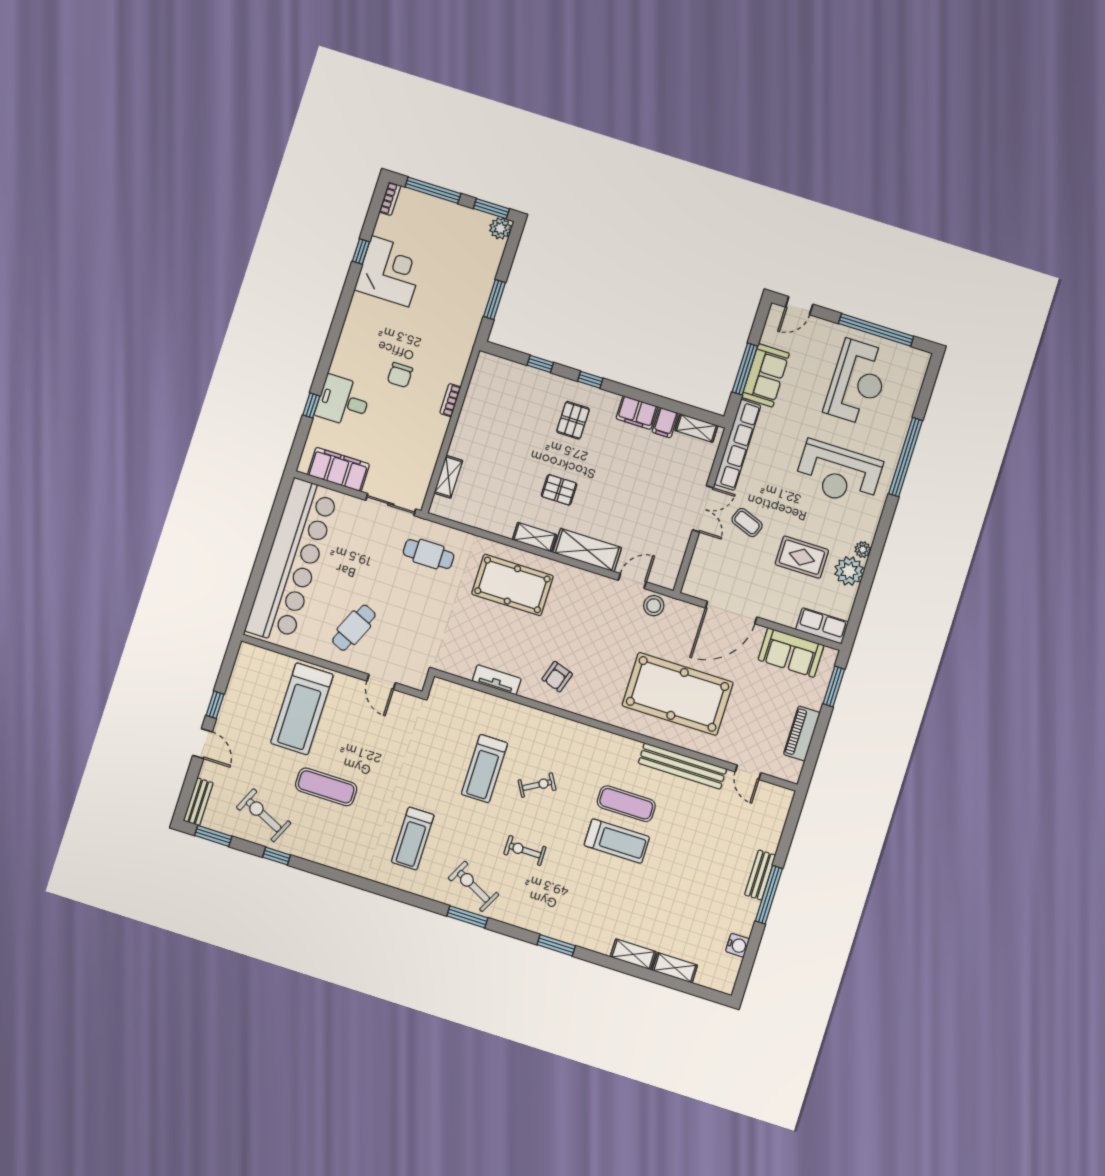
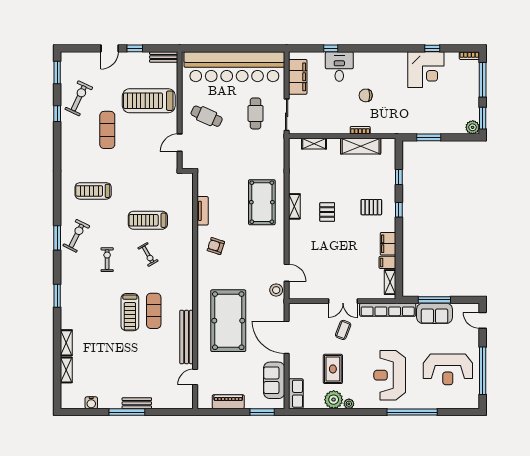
shelving: (587, 550) -> (361, 146), moved, turned 90
cafe table: (429, 554) -> (256, 113), moved
bench: (198, 802) -> (164, 57), moved

